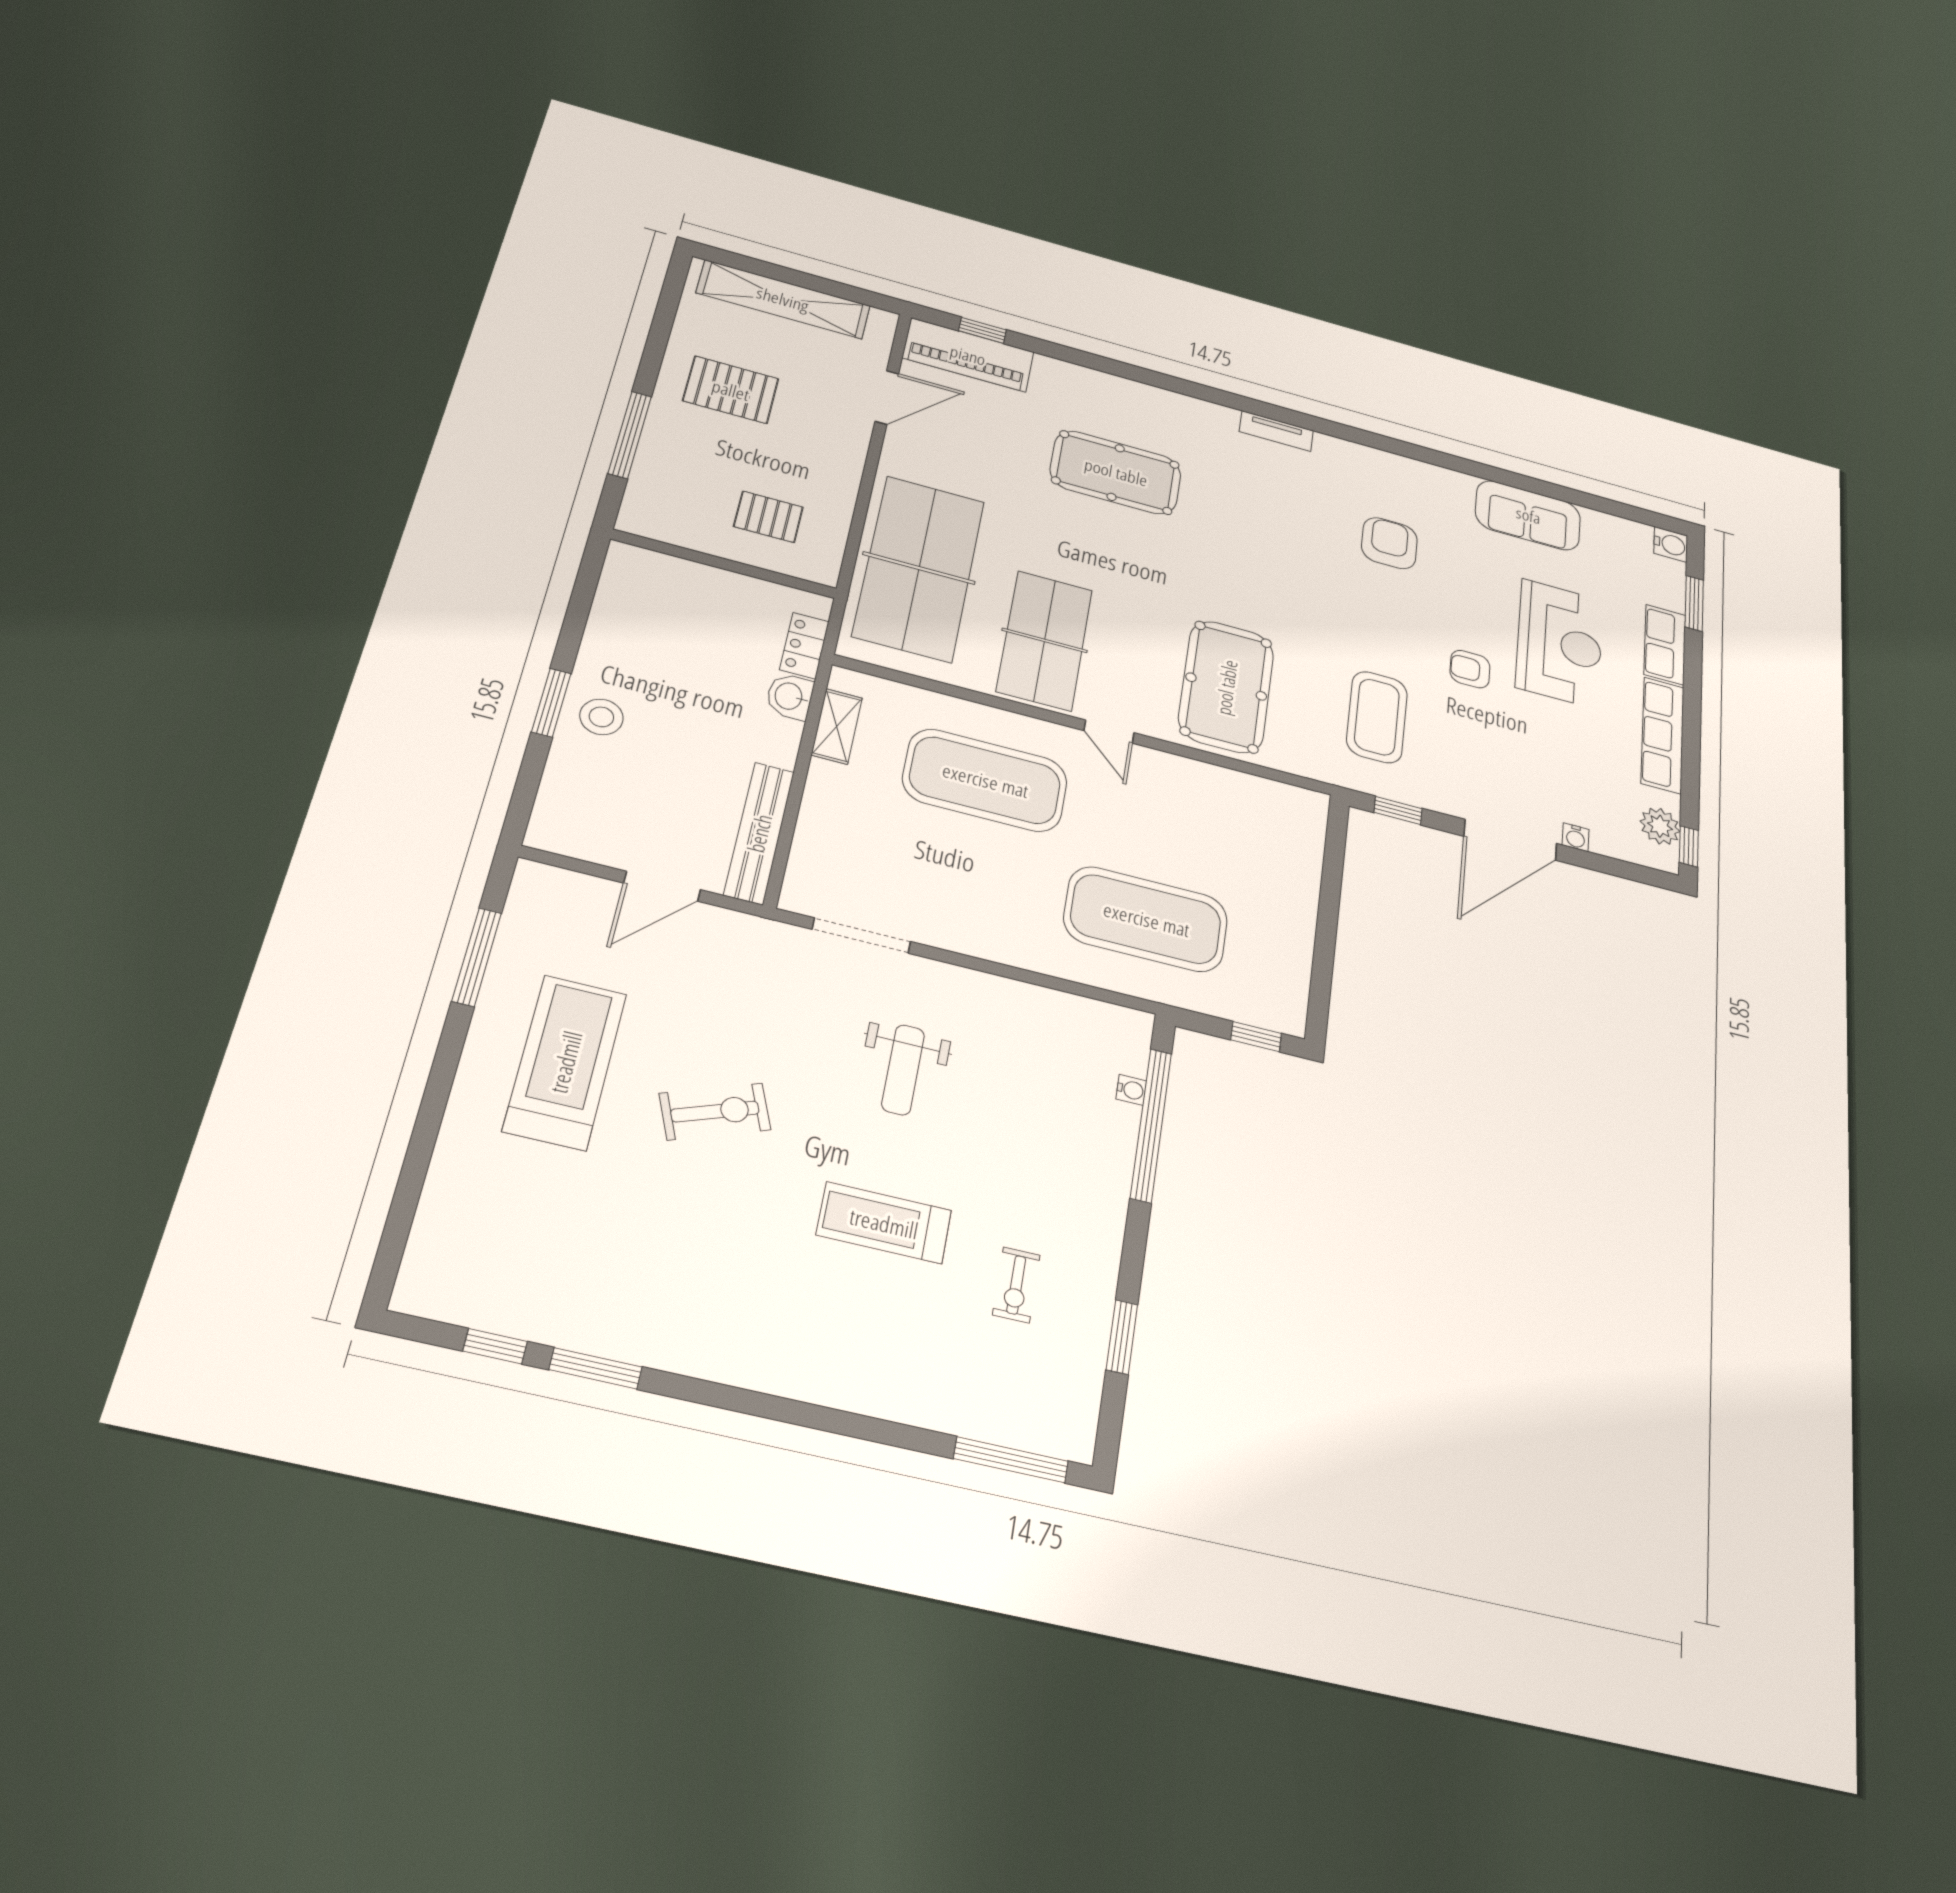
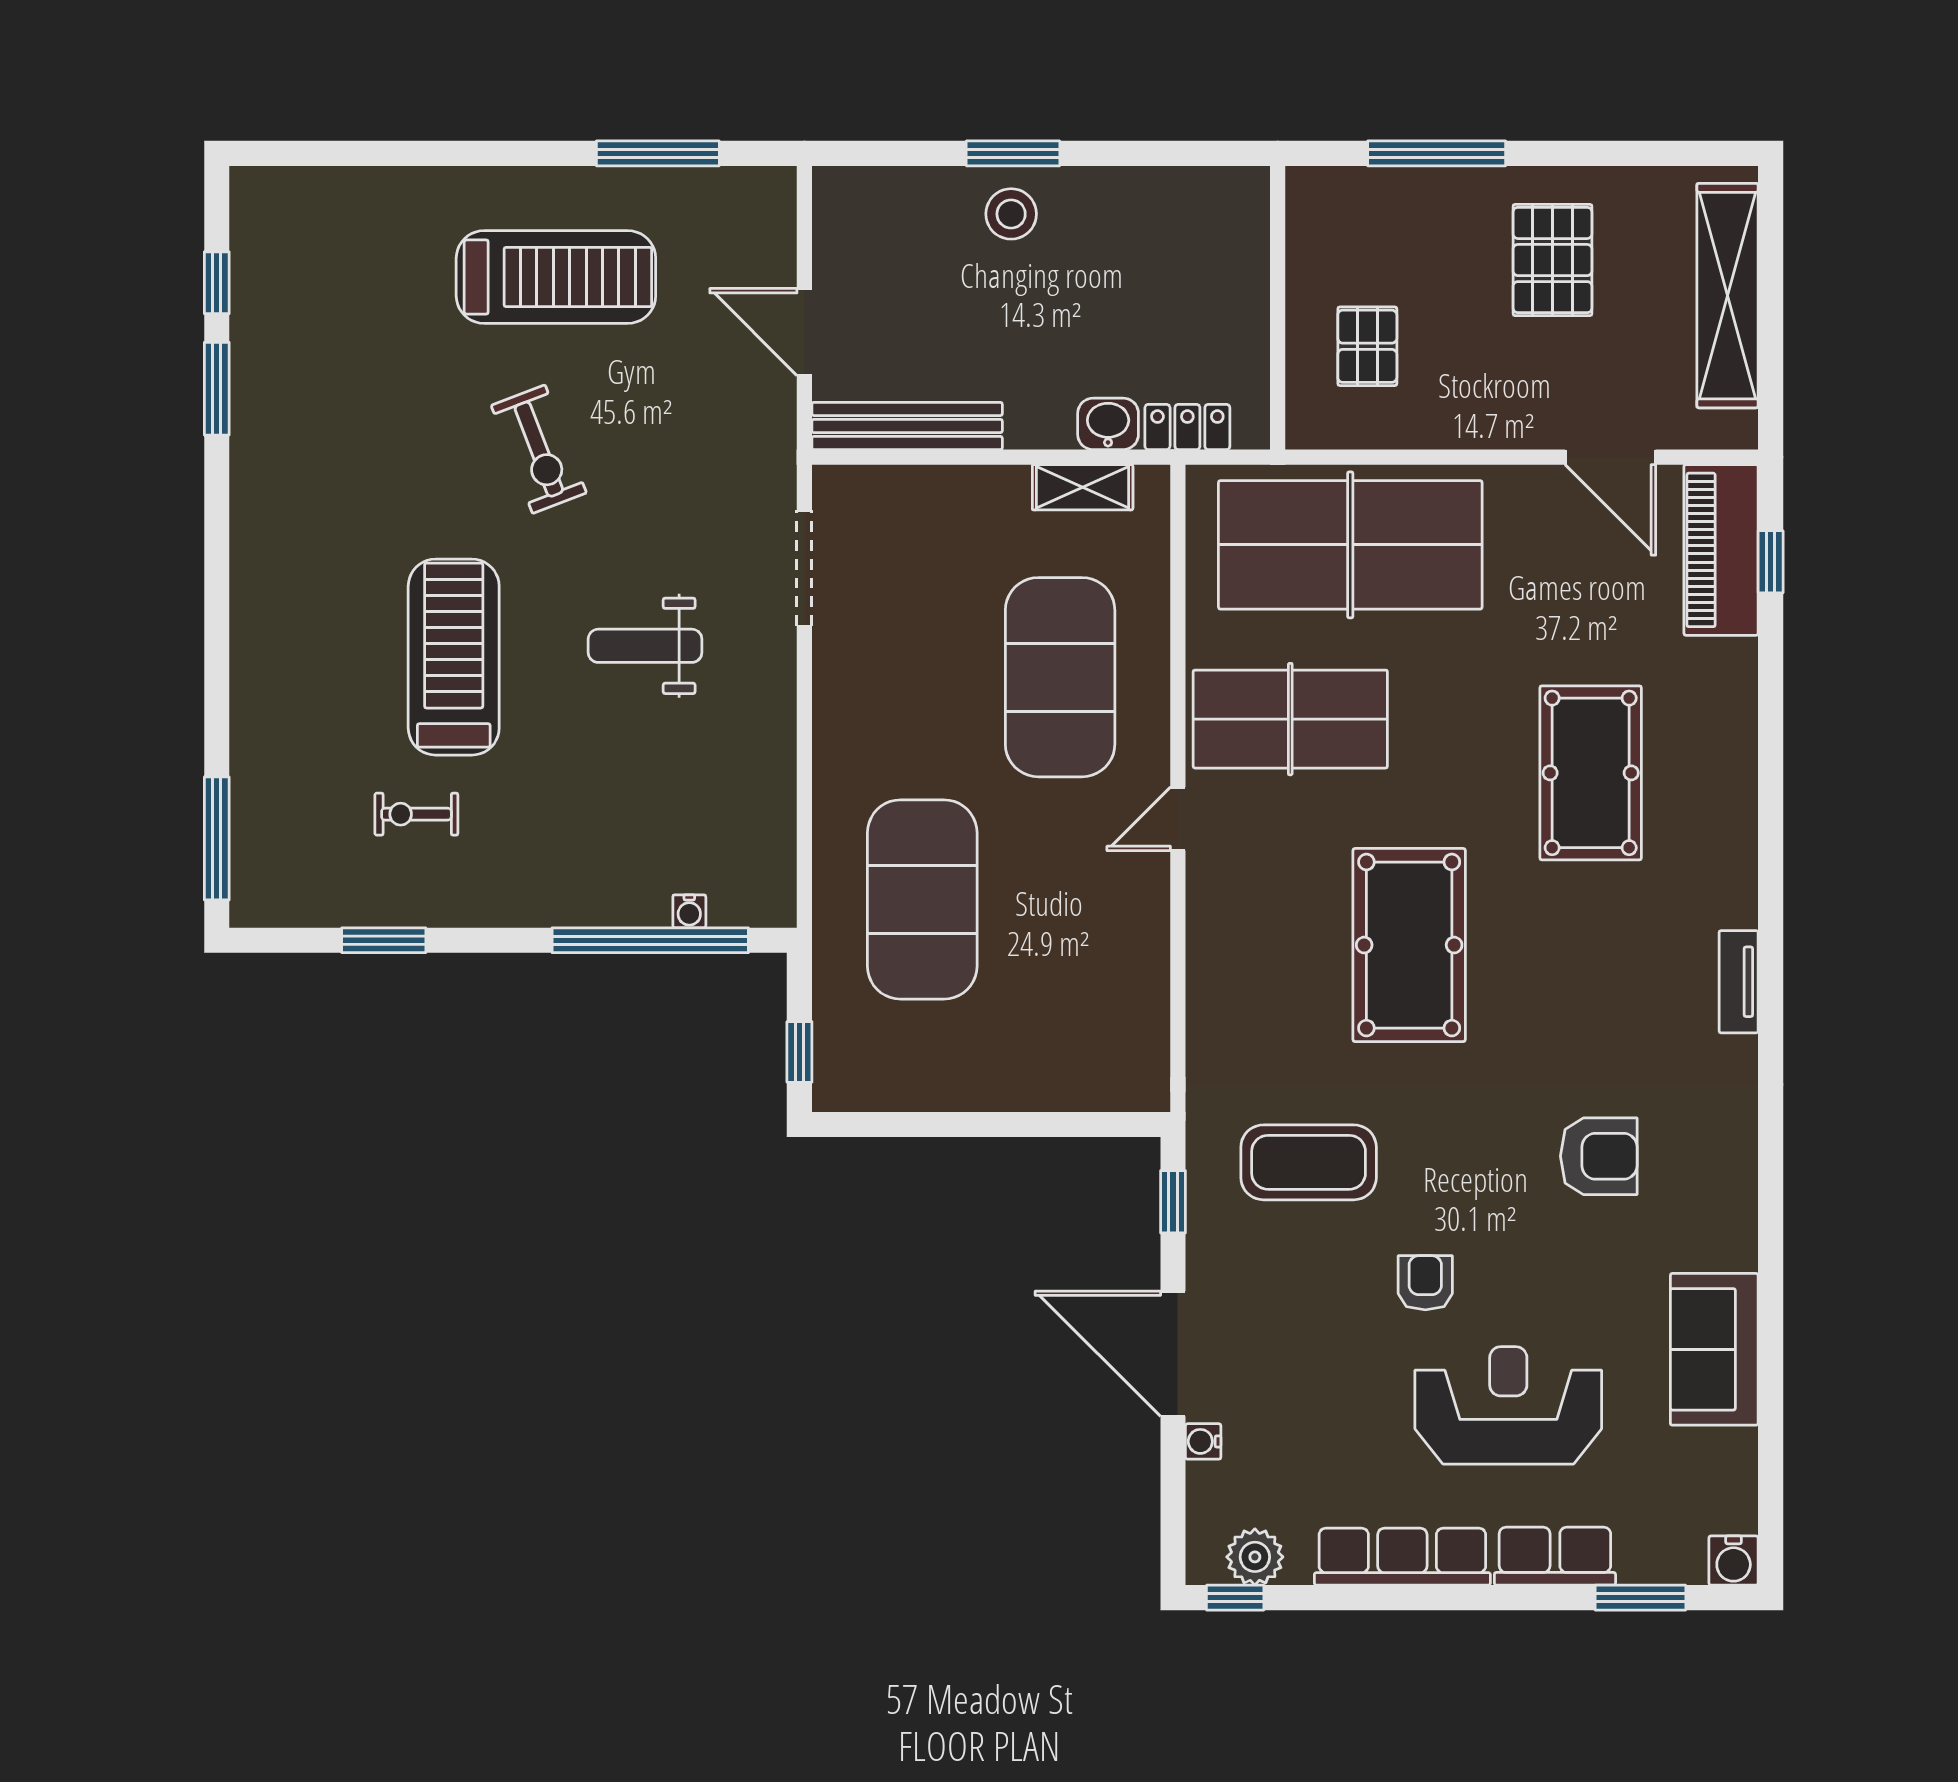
reception desk: (1560, 643) -> (1508, 1405), turned 180
pool table: (1226, 687) -> (1409, 945), moved, turned 90
treadmill: (884, 1223) -> (454, 657), width x1.37, depth x1.38

